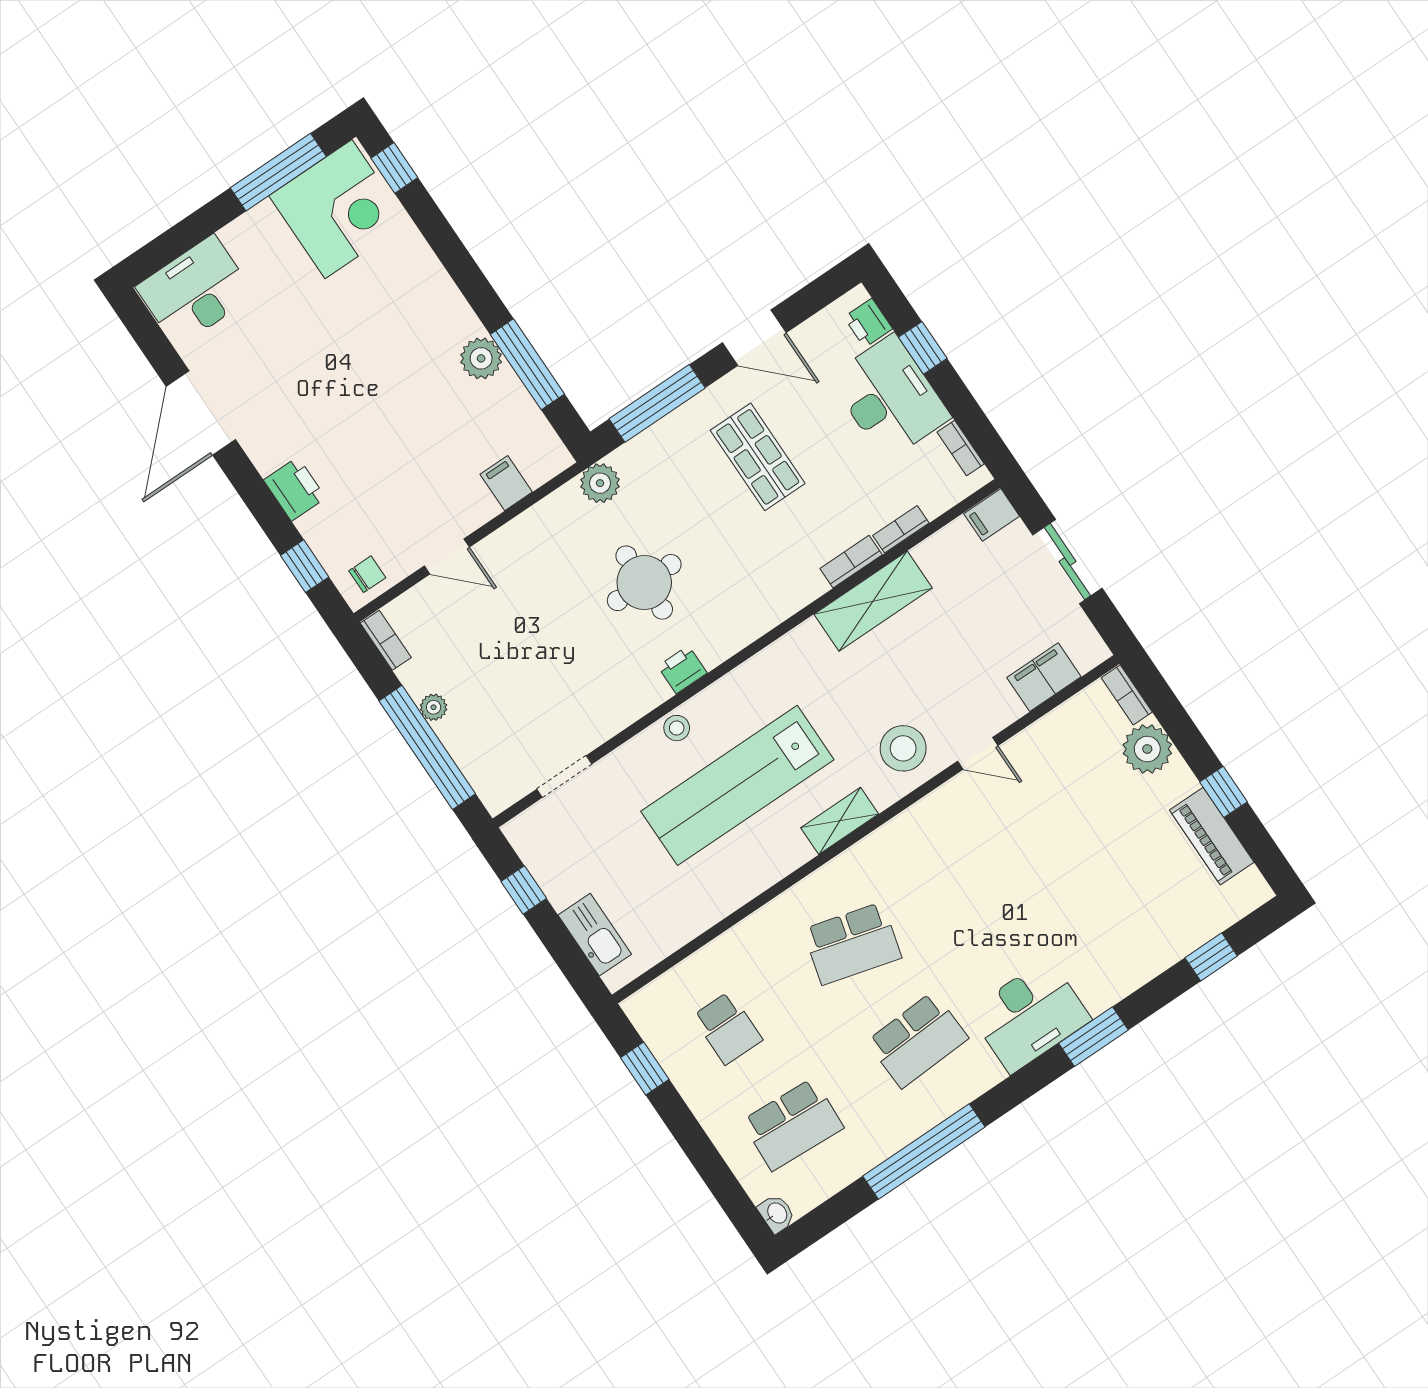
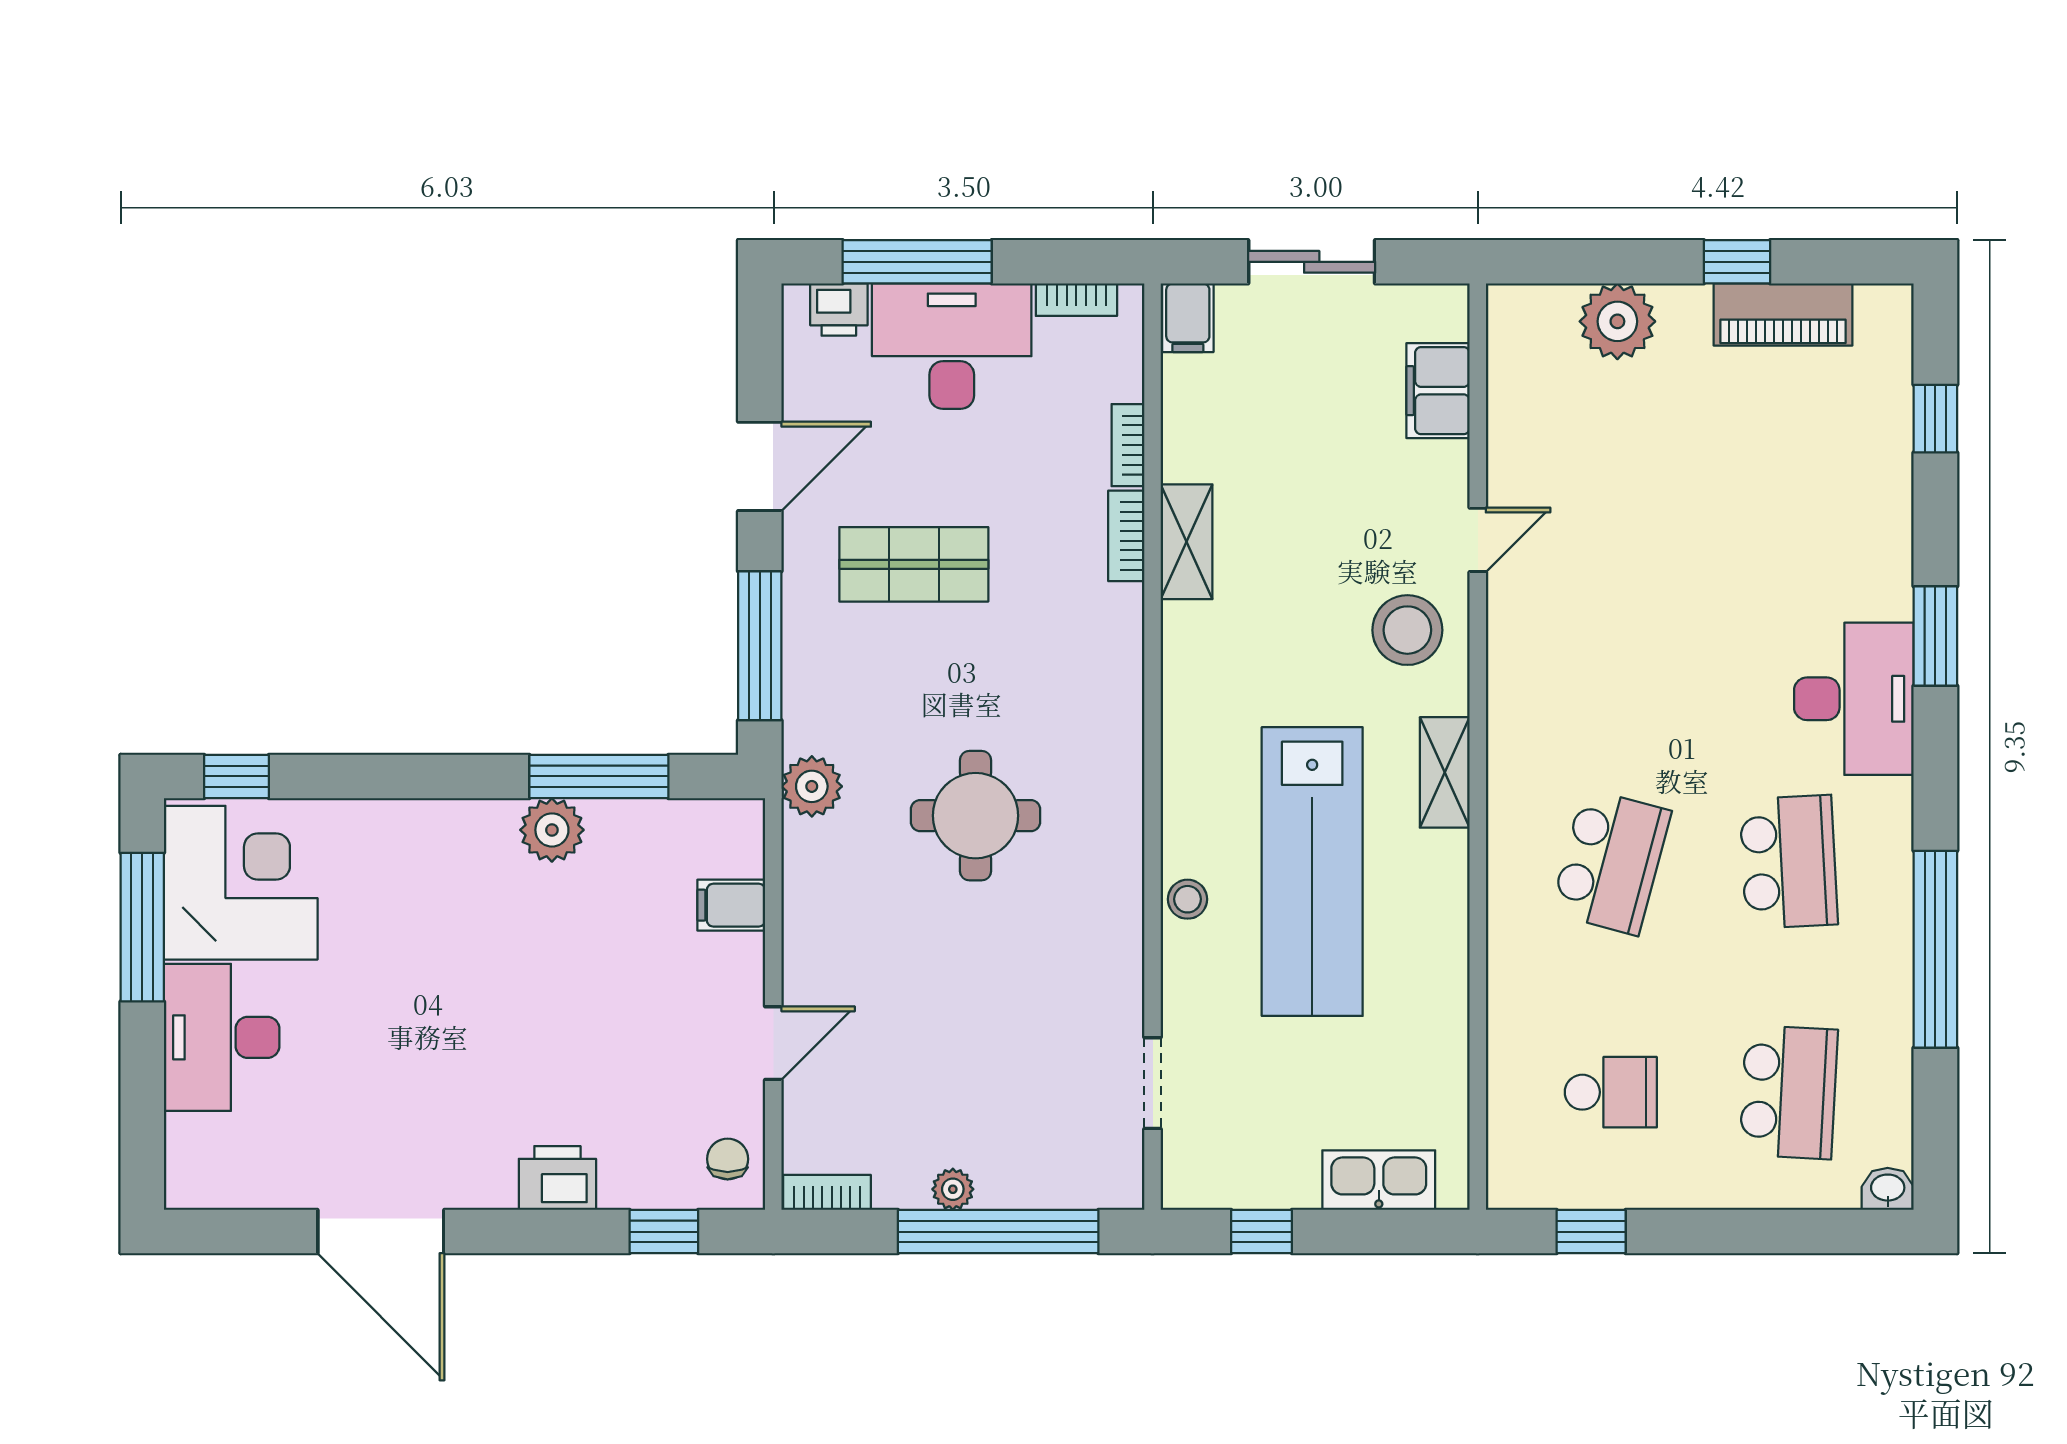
desk: (195, 291) -> (222, 1037), moved
window: (923, 348) -> (917, 262), width x2.17
shelving: (873, 601) -> (1187, 542), width x0.67, depth x0.75
printer: (682, 670) -> (1118, 842), removed
bookcase: (1127, 695) -> (1531, 301), removed

